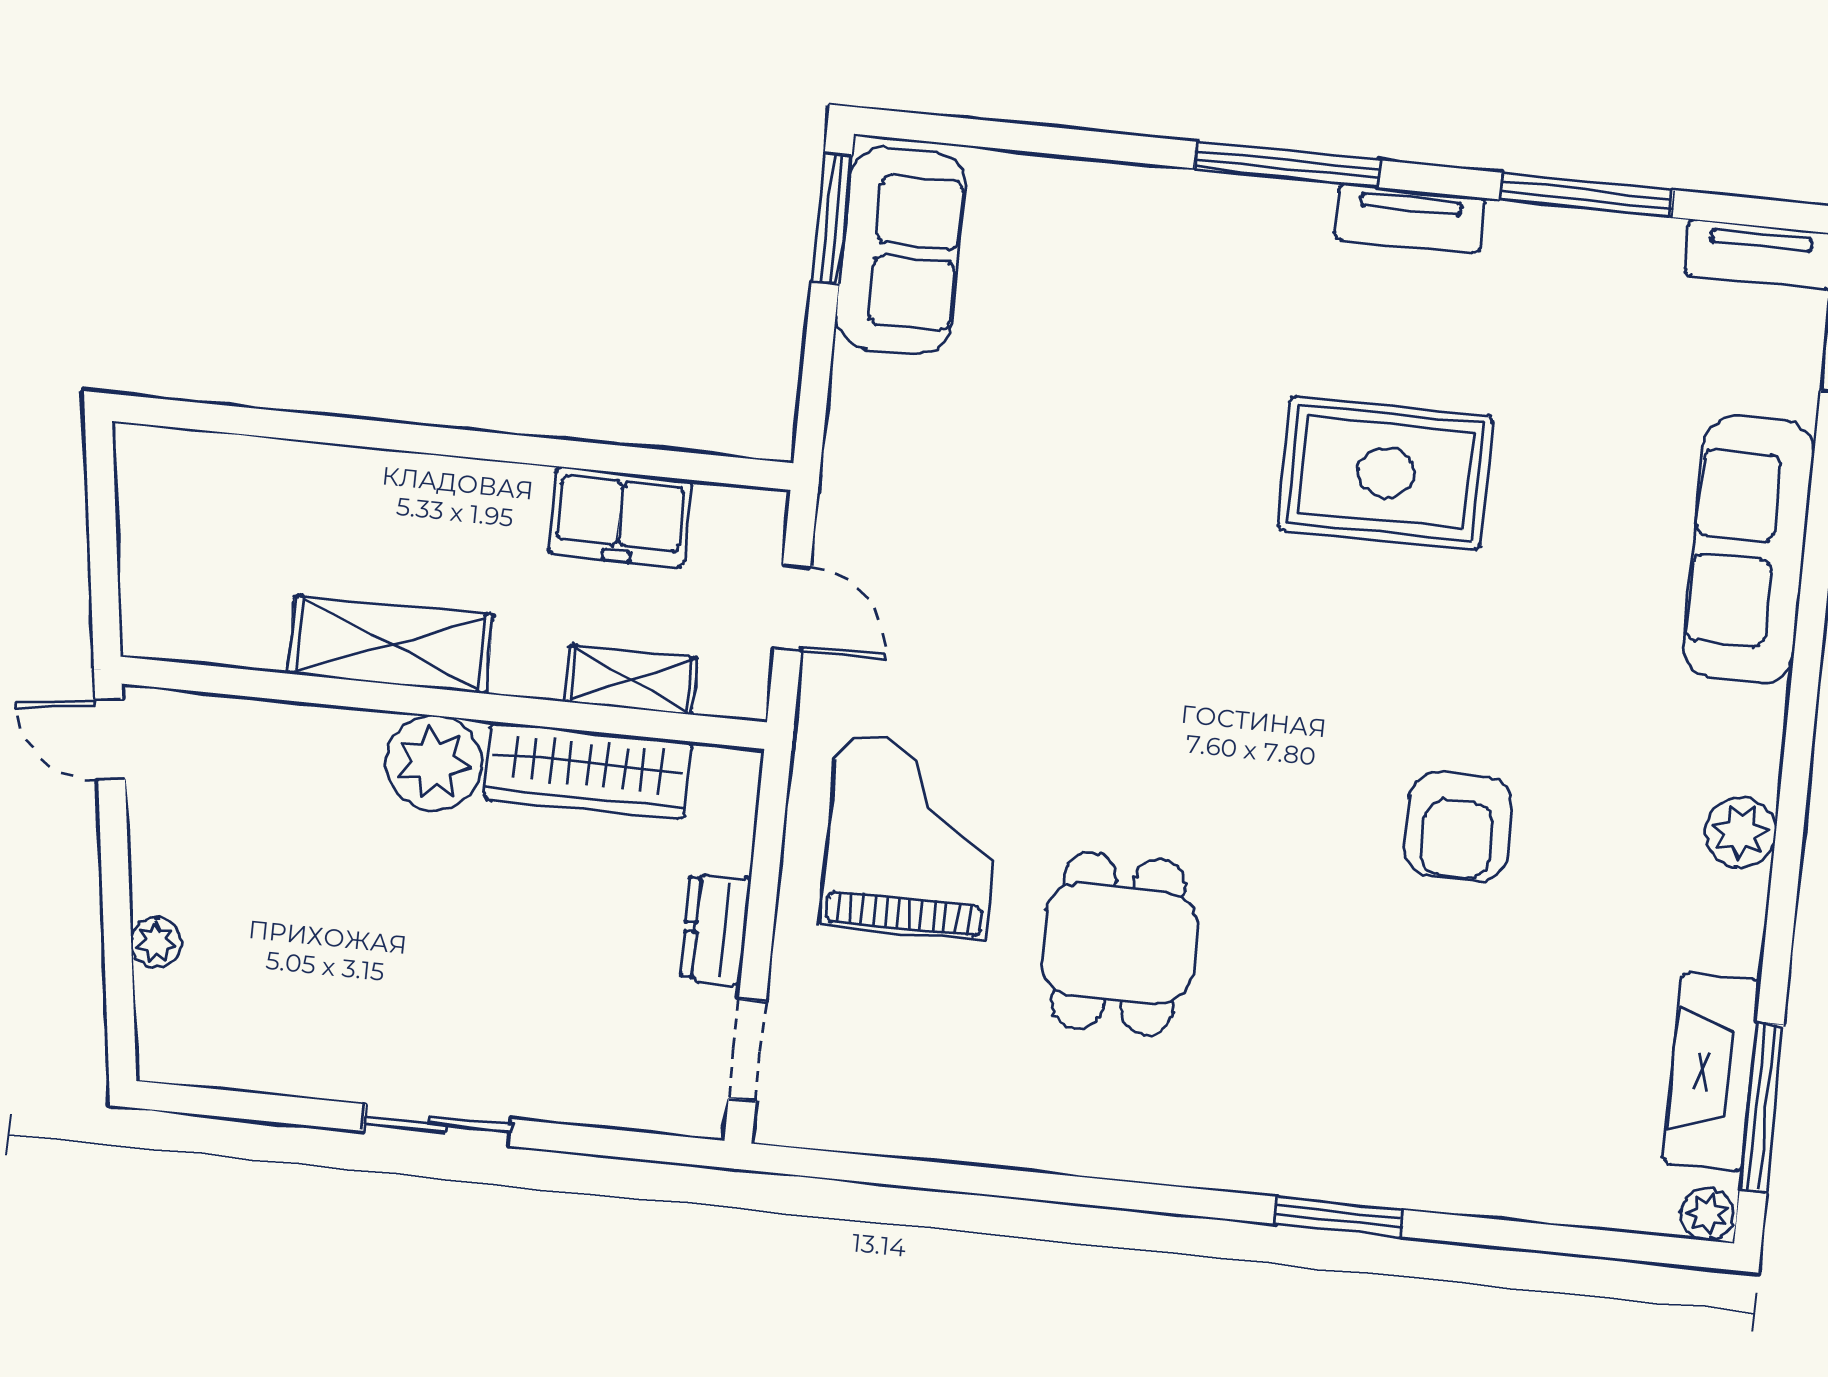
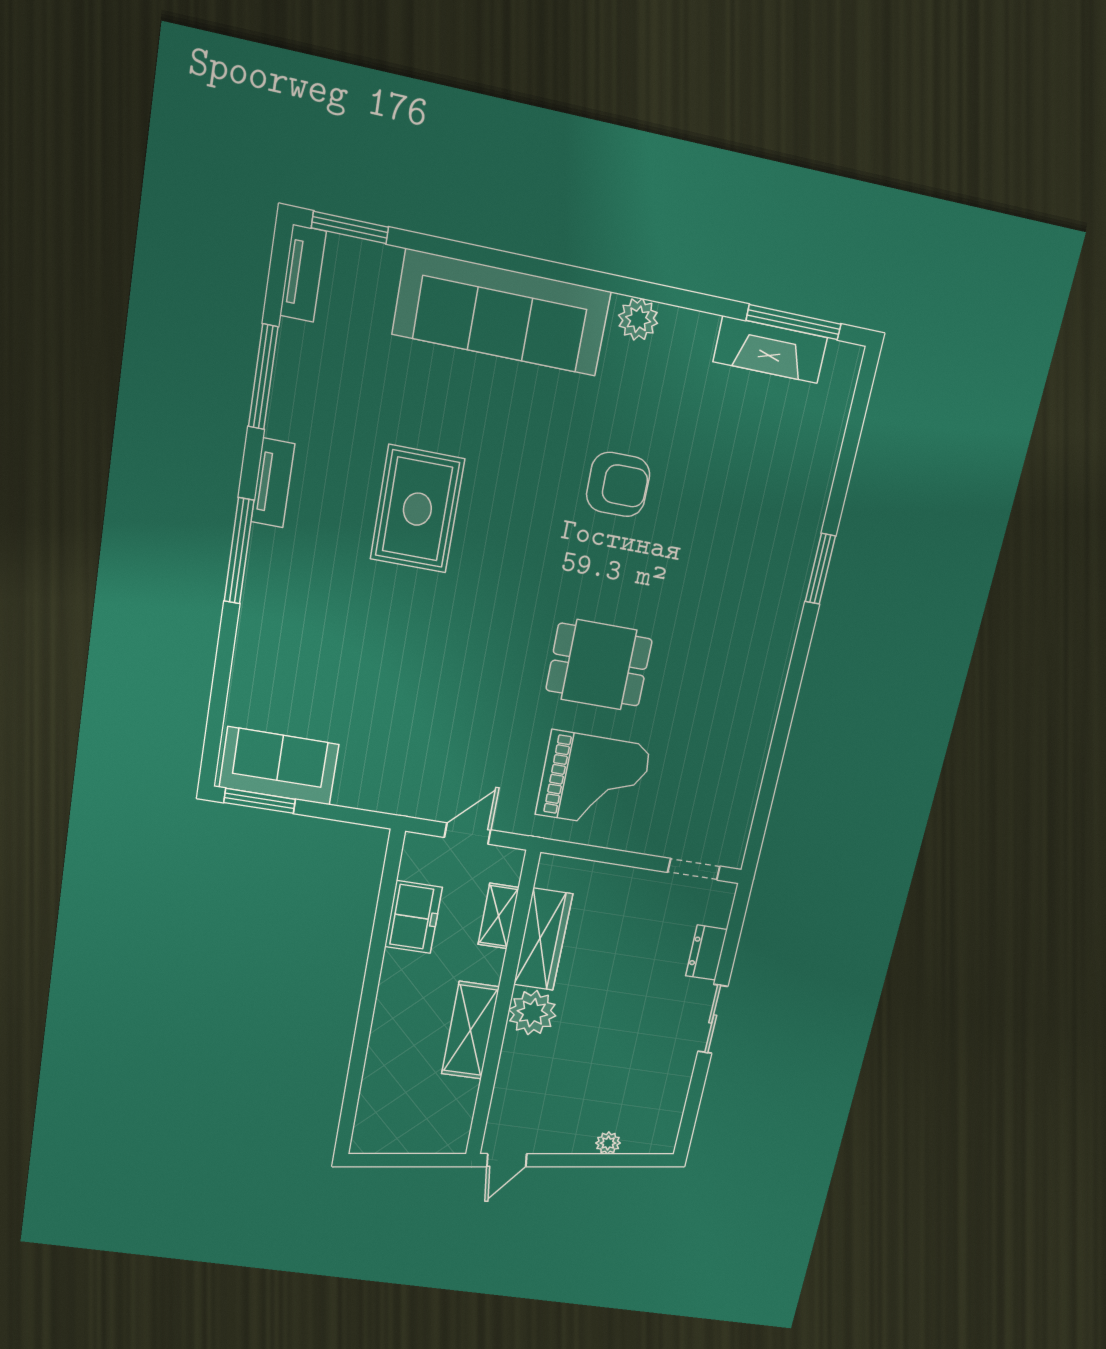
sofa: (1749, 549) -> (502, 313), width x1.36, depth x1.27
grand piano: (912, 837) -> (593, 780), turned 180
dresser: (715, 929) -> (706, 953), moved, turned 90
dining table: (1118, 943) -> (599, 665), moved
plant: (1707, 1214) -> (848, 360), removed

